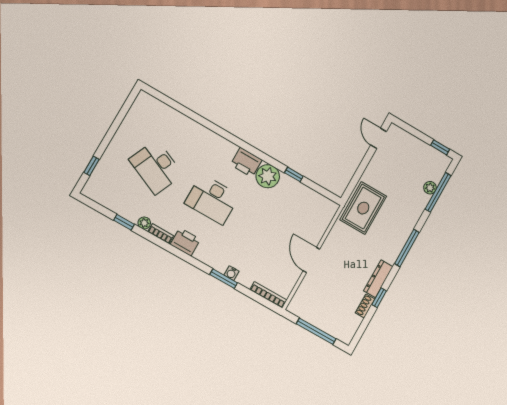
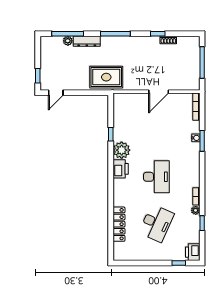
locker: (181, 122) -> (119, 224), added
window: (440, 147) -> (38, 76), moved
printer: (185, 242) -> (193, 252), moved
dresser: (378, 279) -> (87, 41), moved

